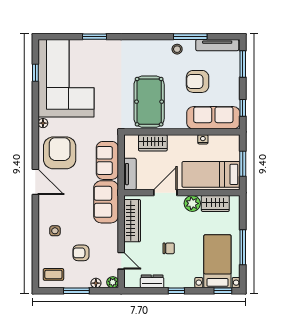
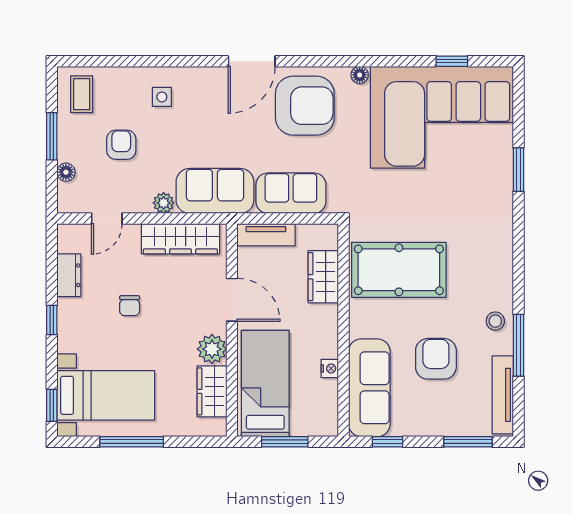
plant: (113, 282) -> (164, 203), moved

